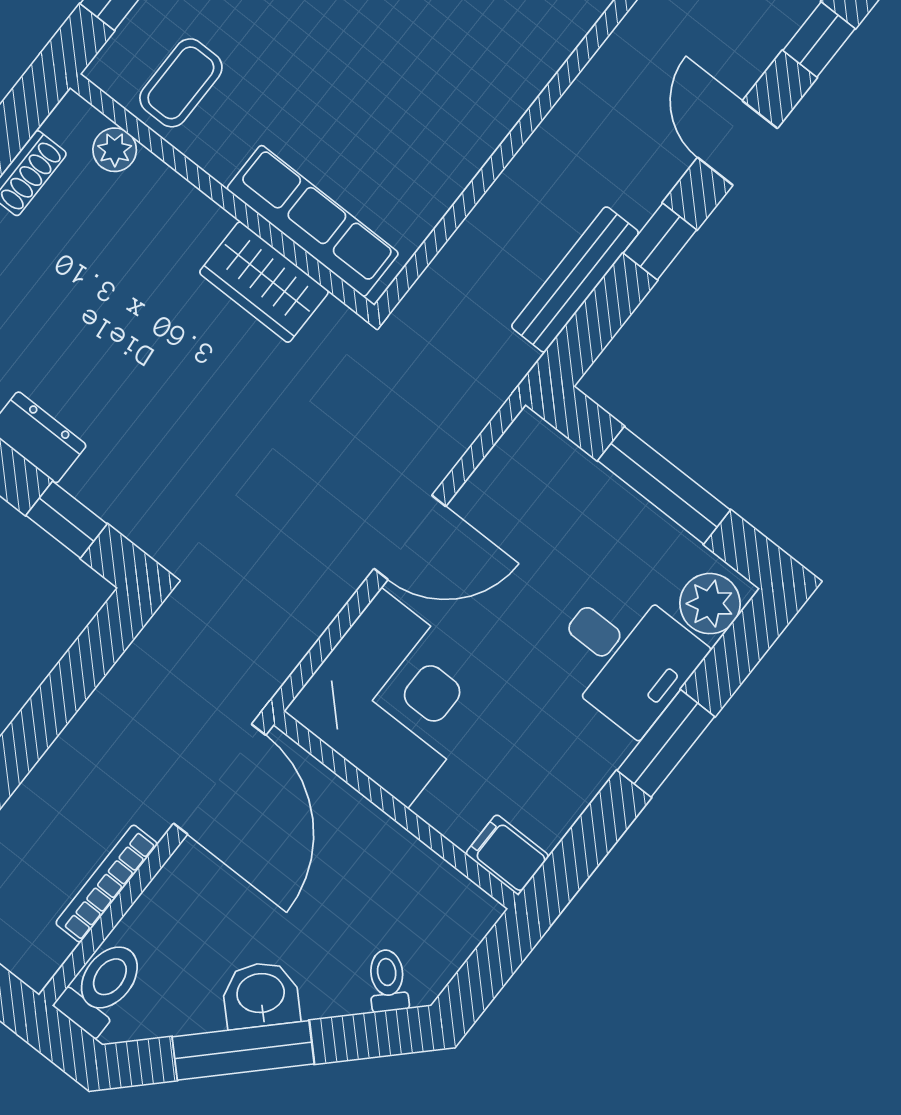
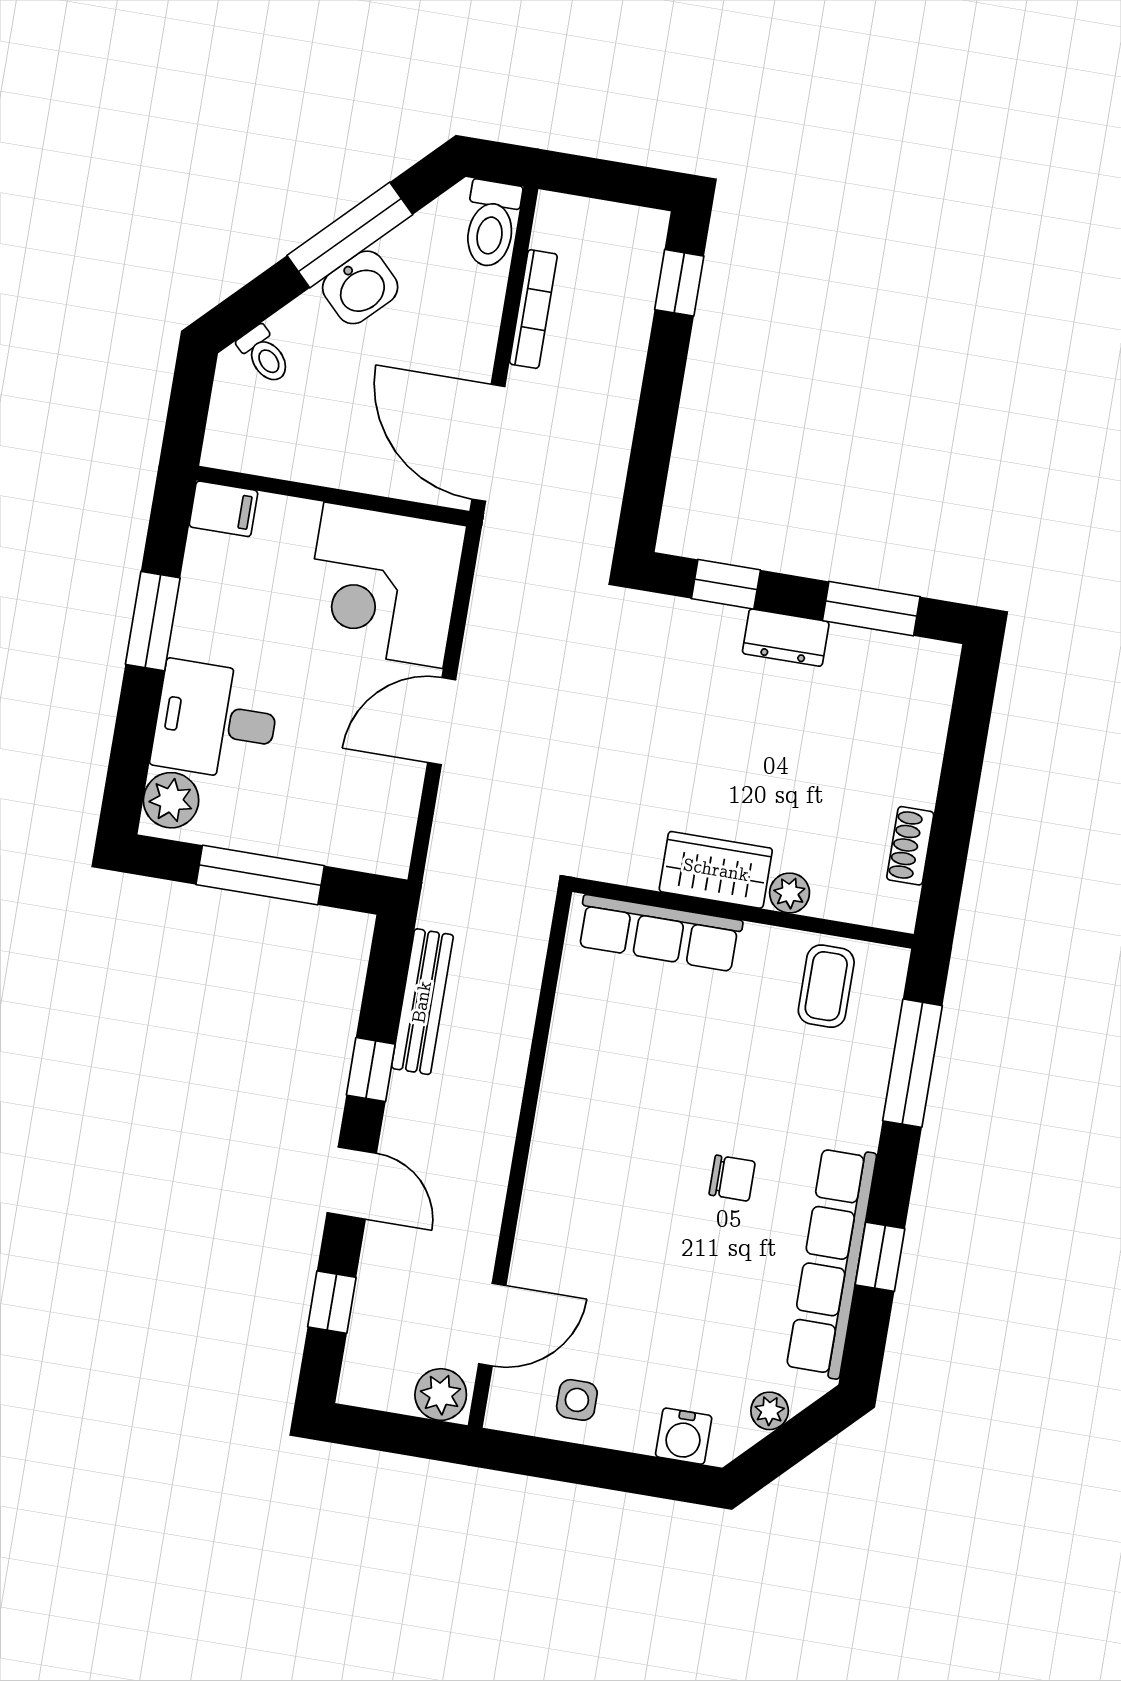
plant: (115, 150) -> (790, 893), moved
wardrobe: (264, 282) -> (716, 870), moved
window: (666, 743) -> (153, 621), moved

